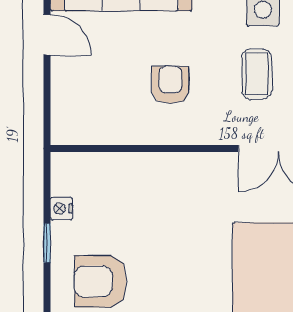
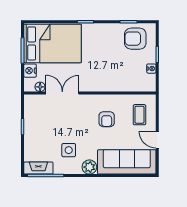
coffee table: (257, 74) -> (139, 115), moved
armchair: (101, 281) -> (135, 39), turned 180

